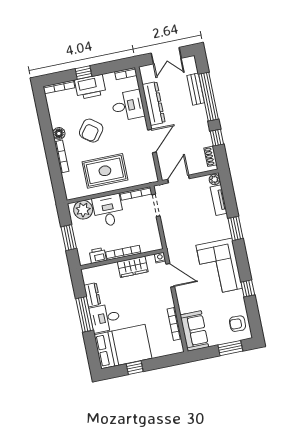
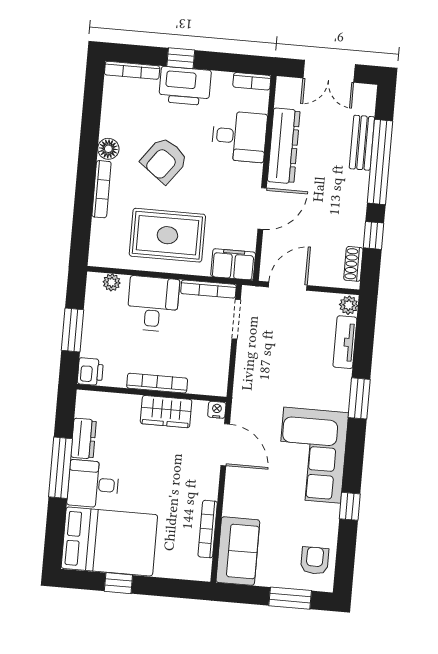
filing cabinet: (145, 176) -> (233, 264), added
plant: (83, 210) -> (112, 282), width x0.53, depth x0.53
printer: (98, 255) -> (90, 372), moved, turned 90
armchair: (238, 324) -> (315, 561), turned 88

